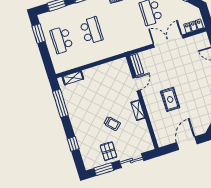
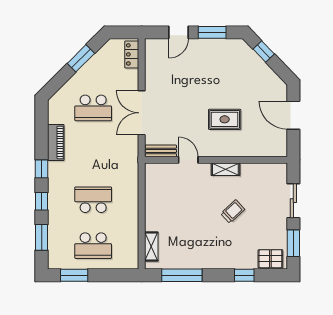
double door: (168, 41) -> (142, 113), moved
pallet: (108, 151) -> (270, 259), moved

